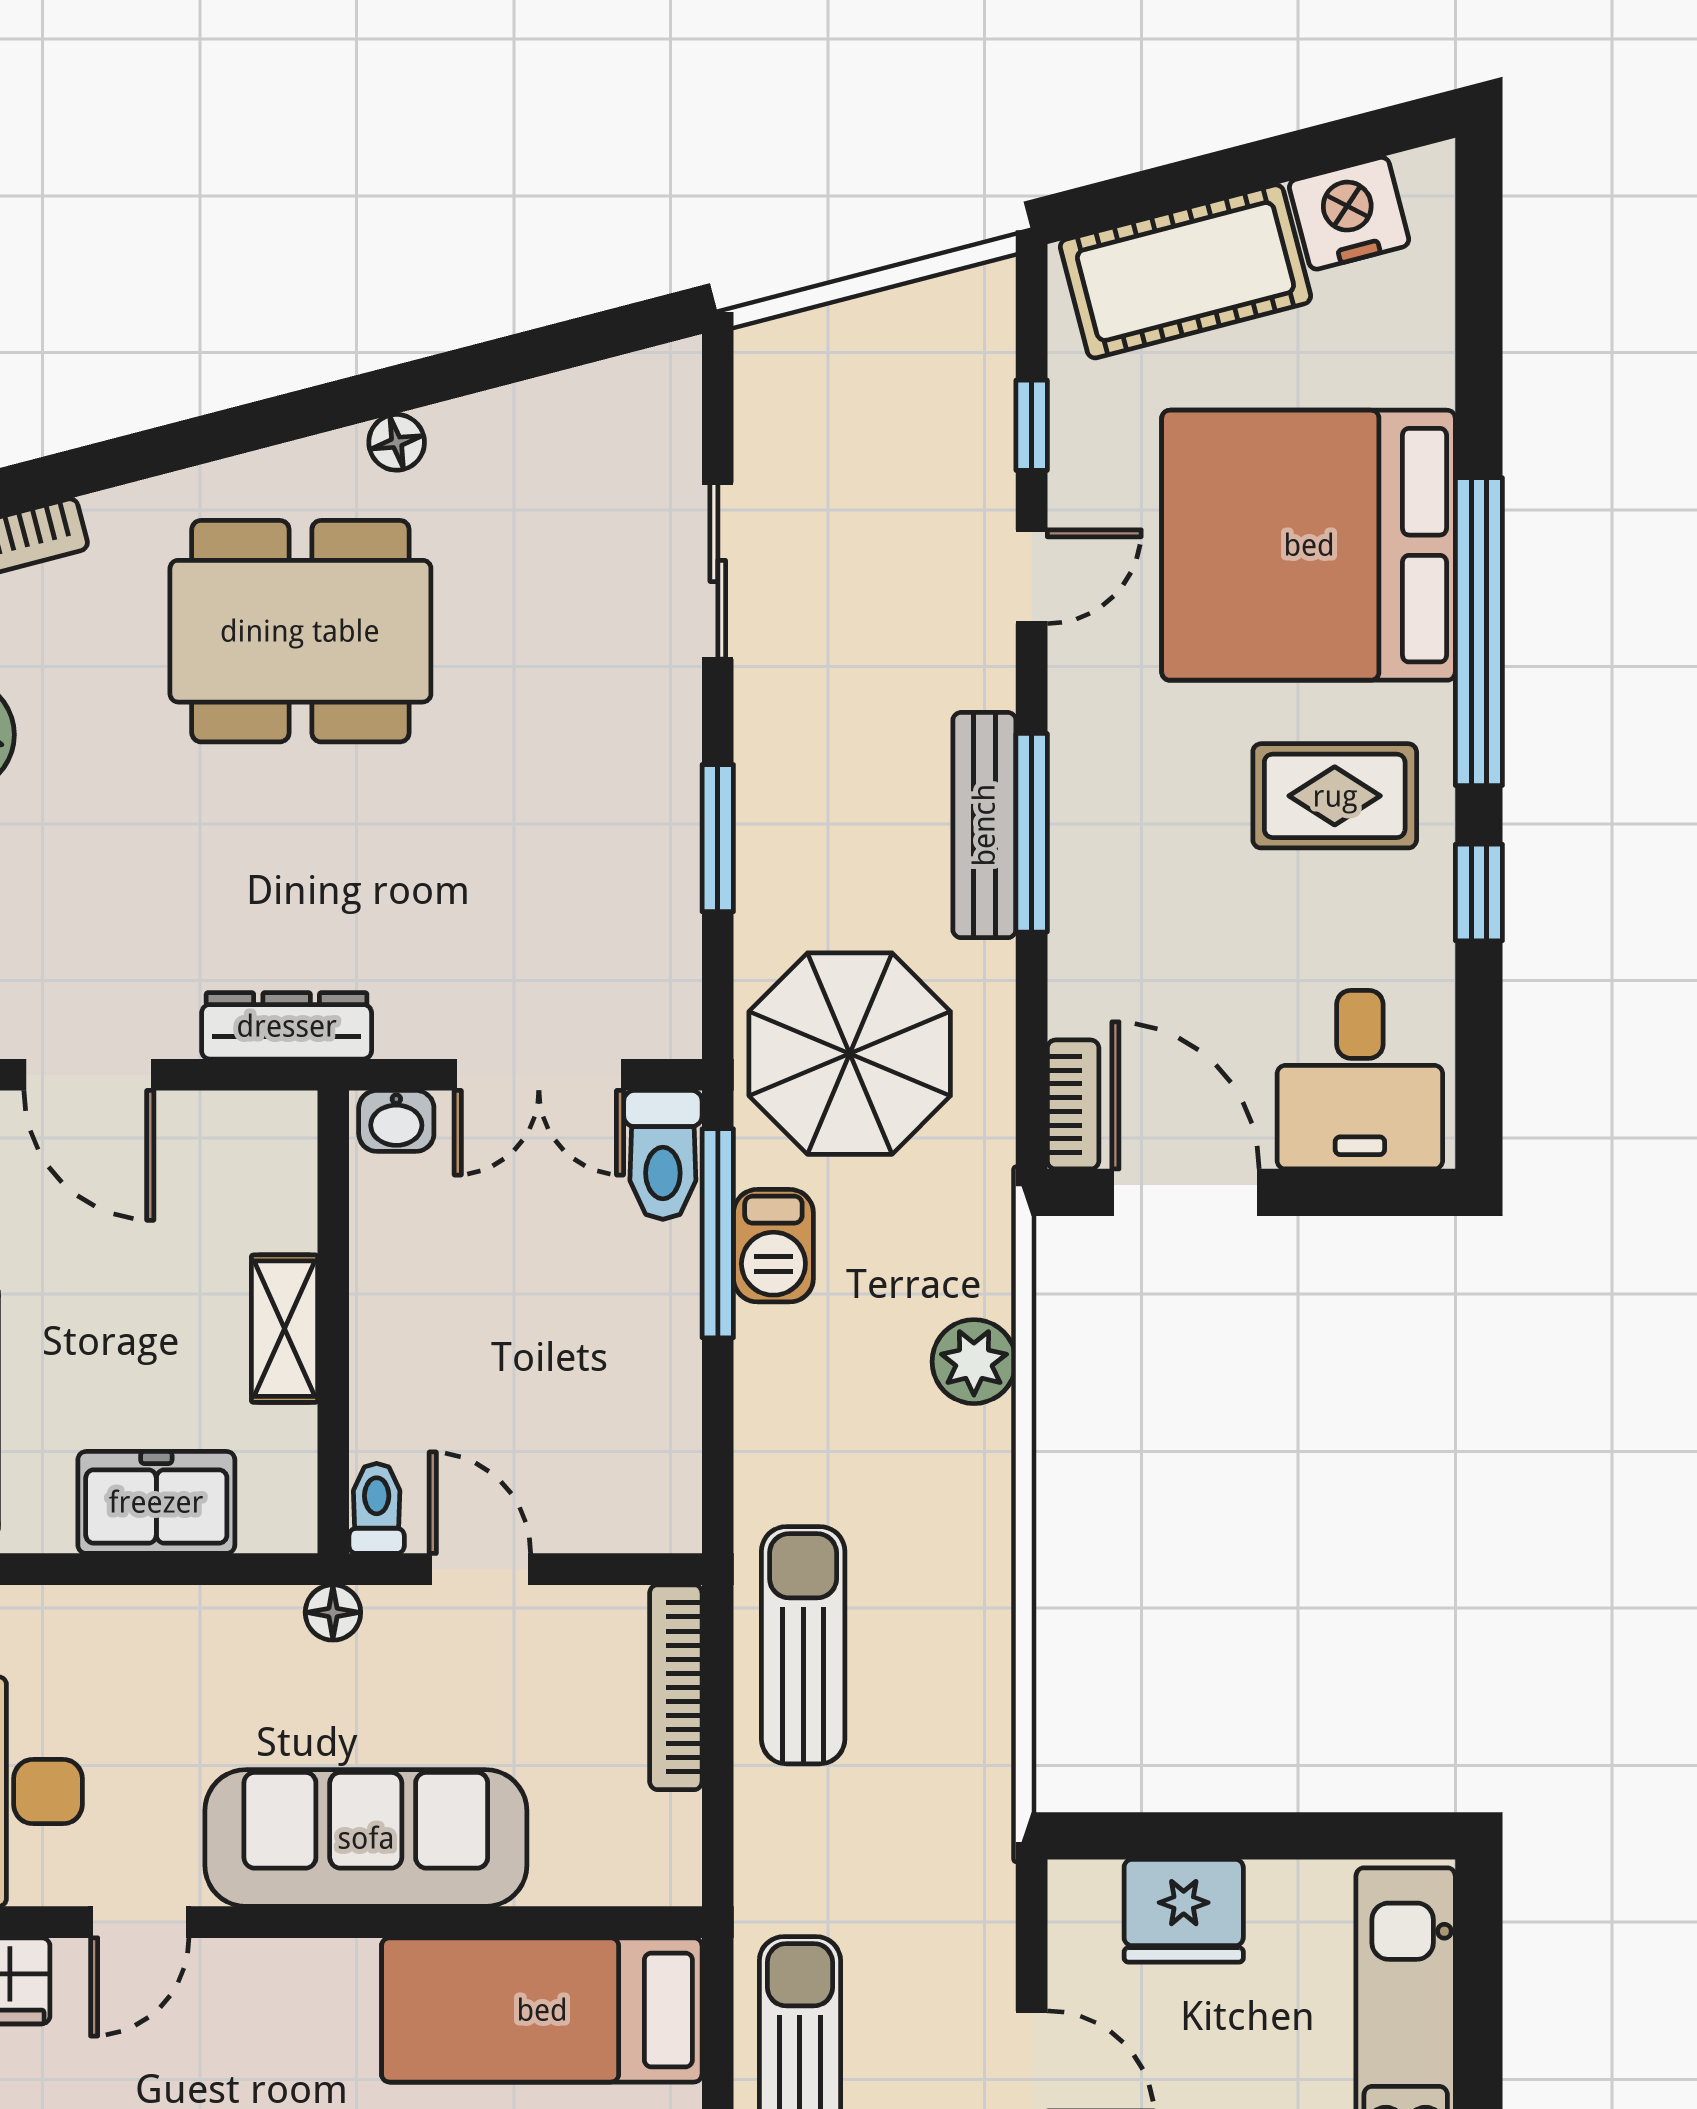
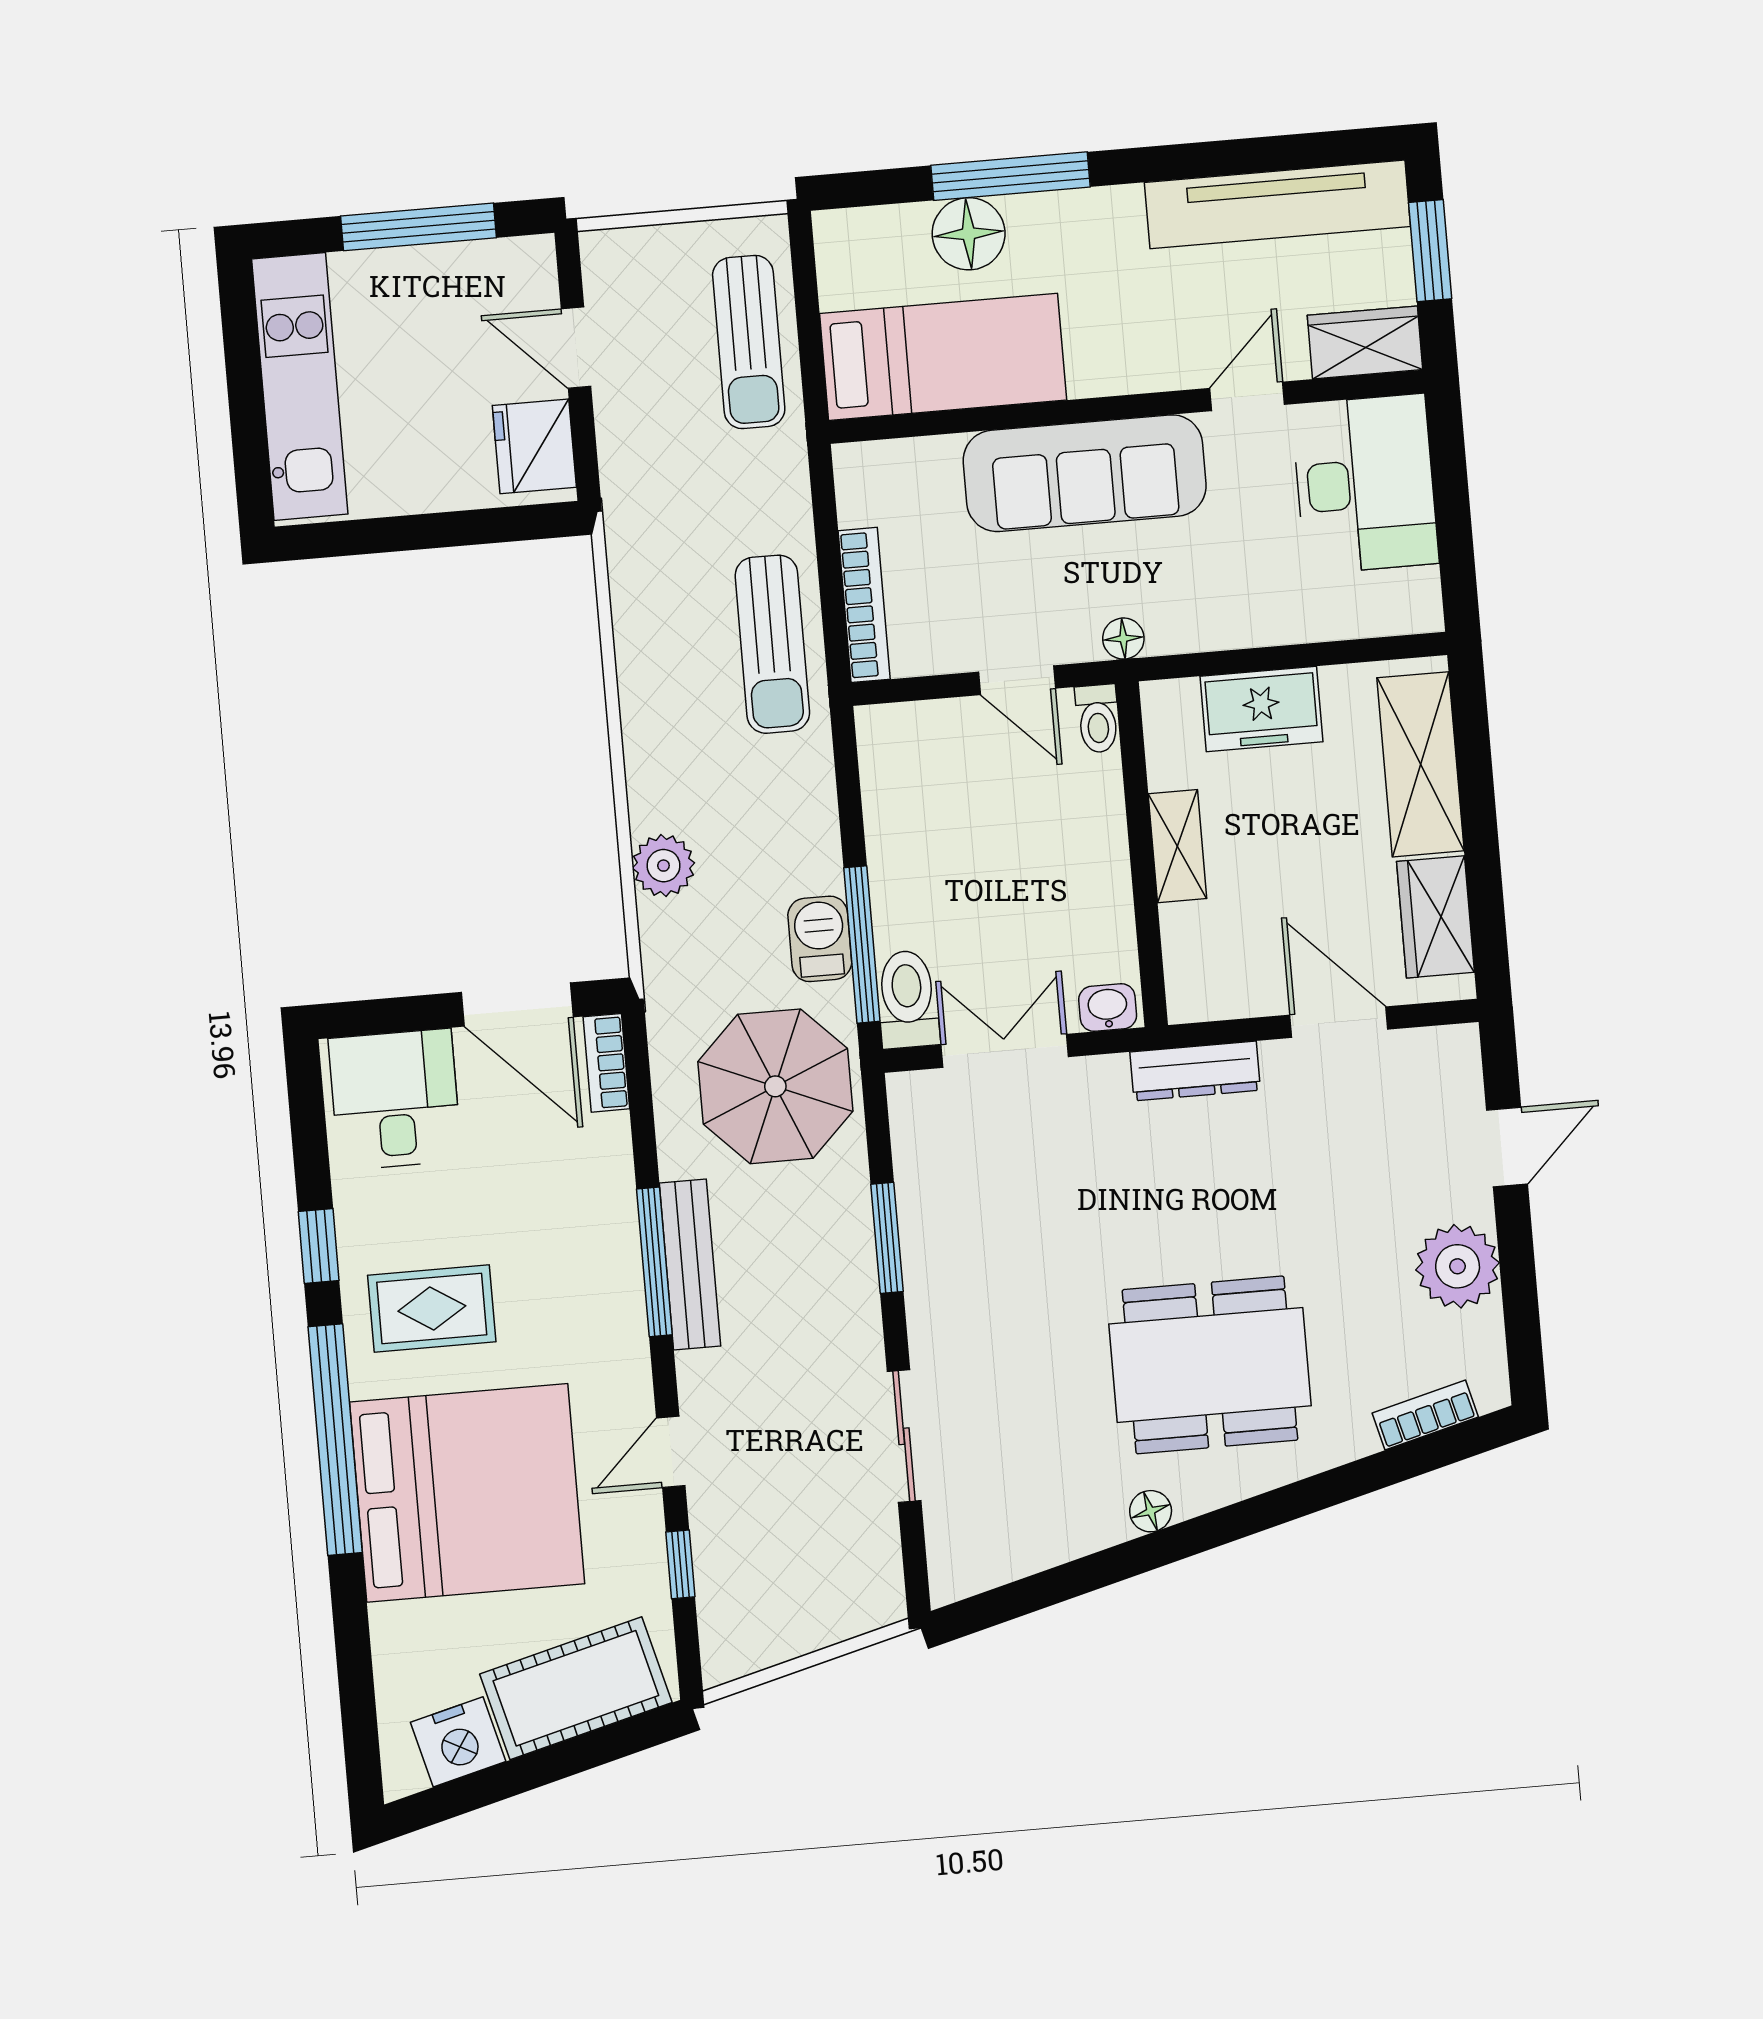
fridge: (1184, 1911) -> (534, 446), moved, turned -90

